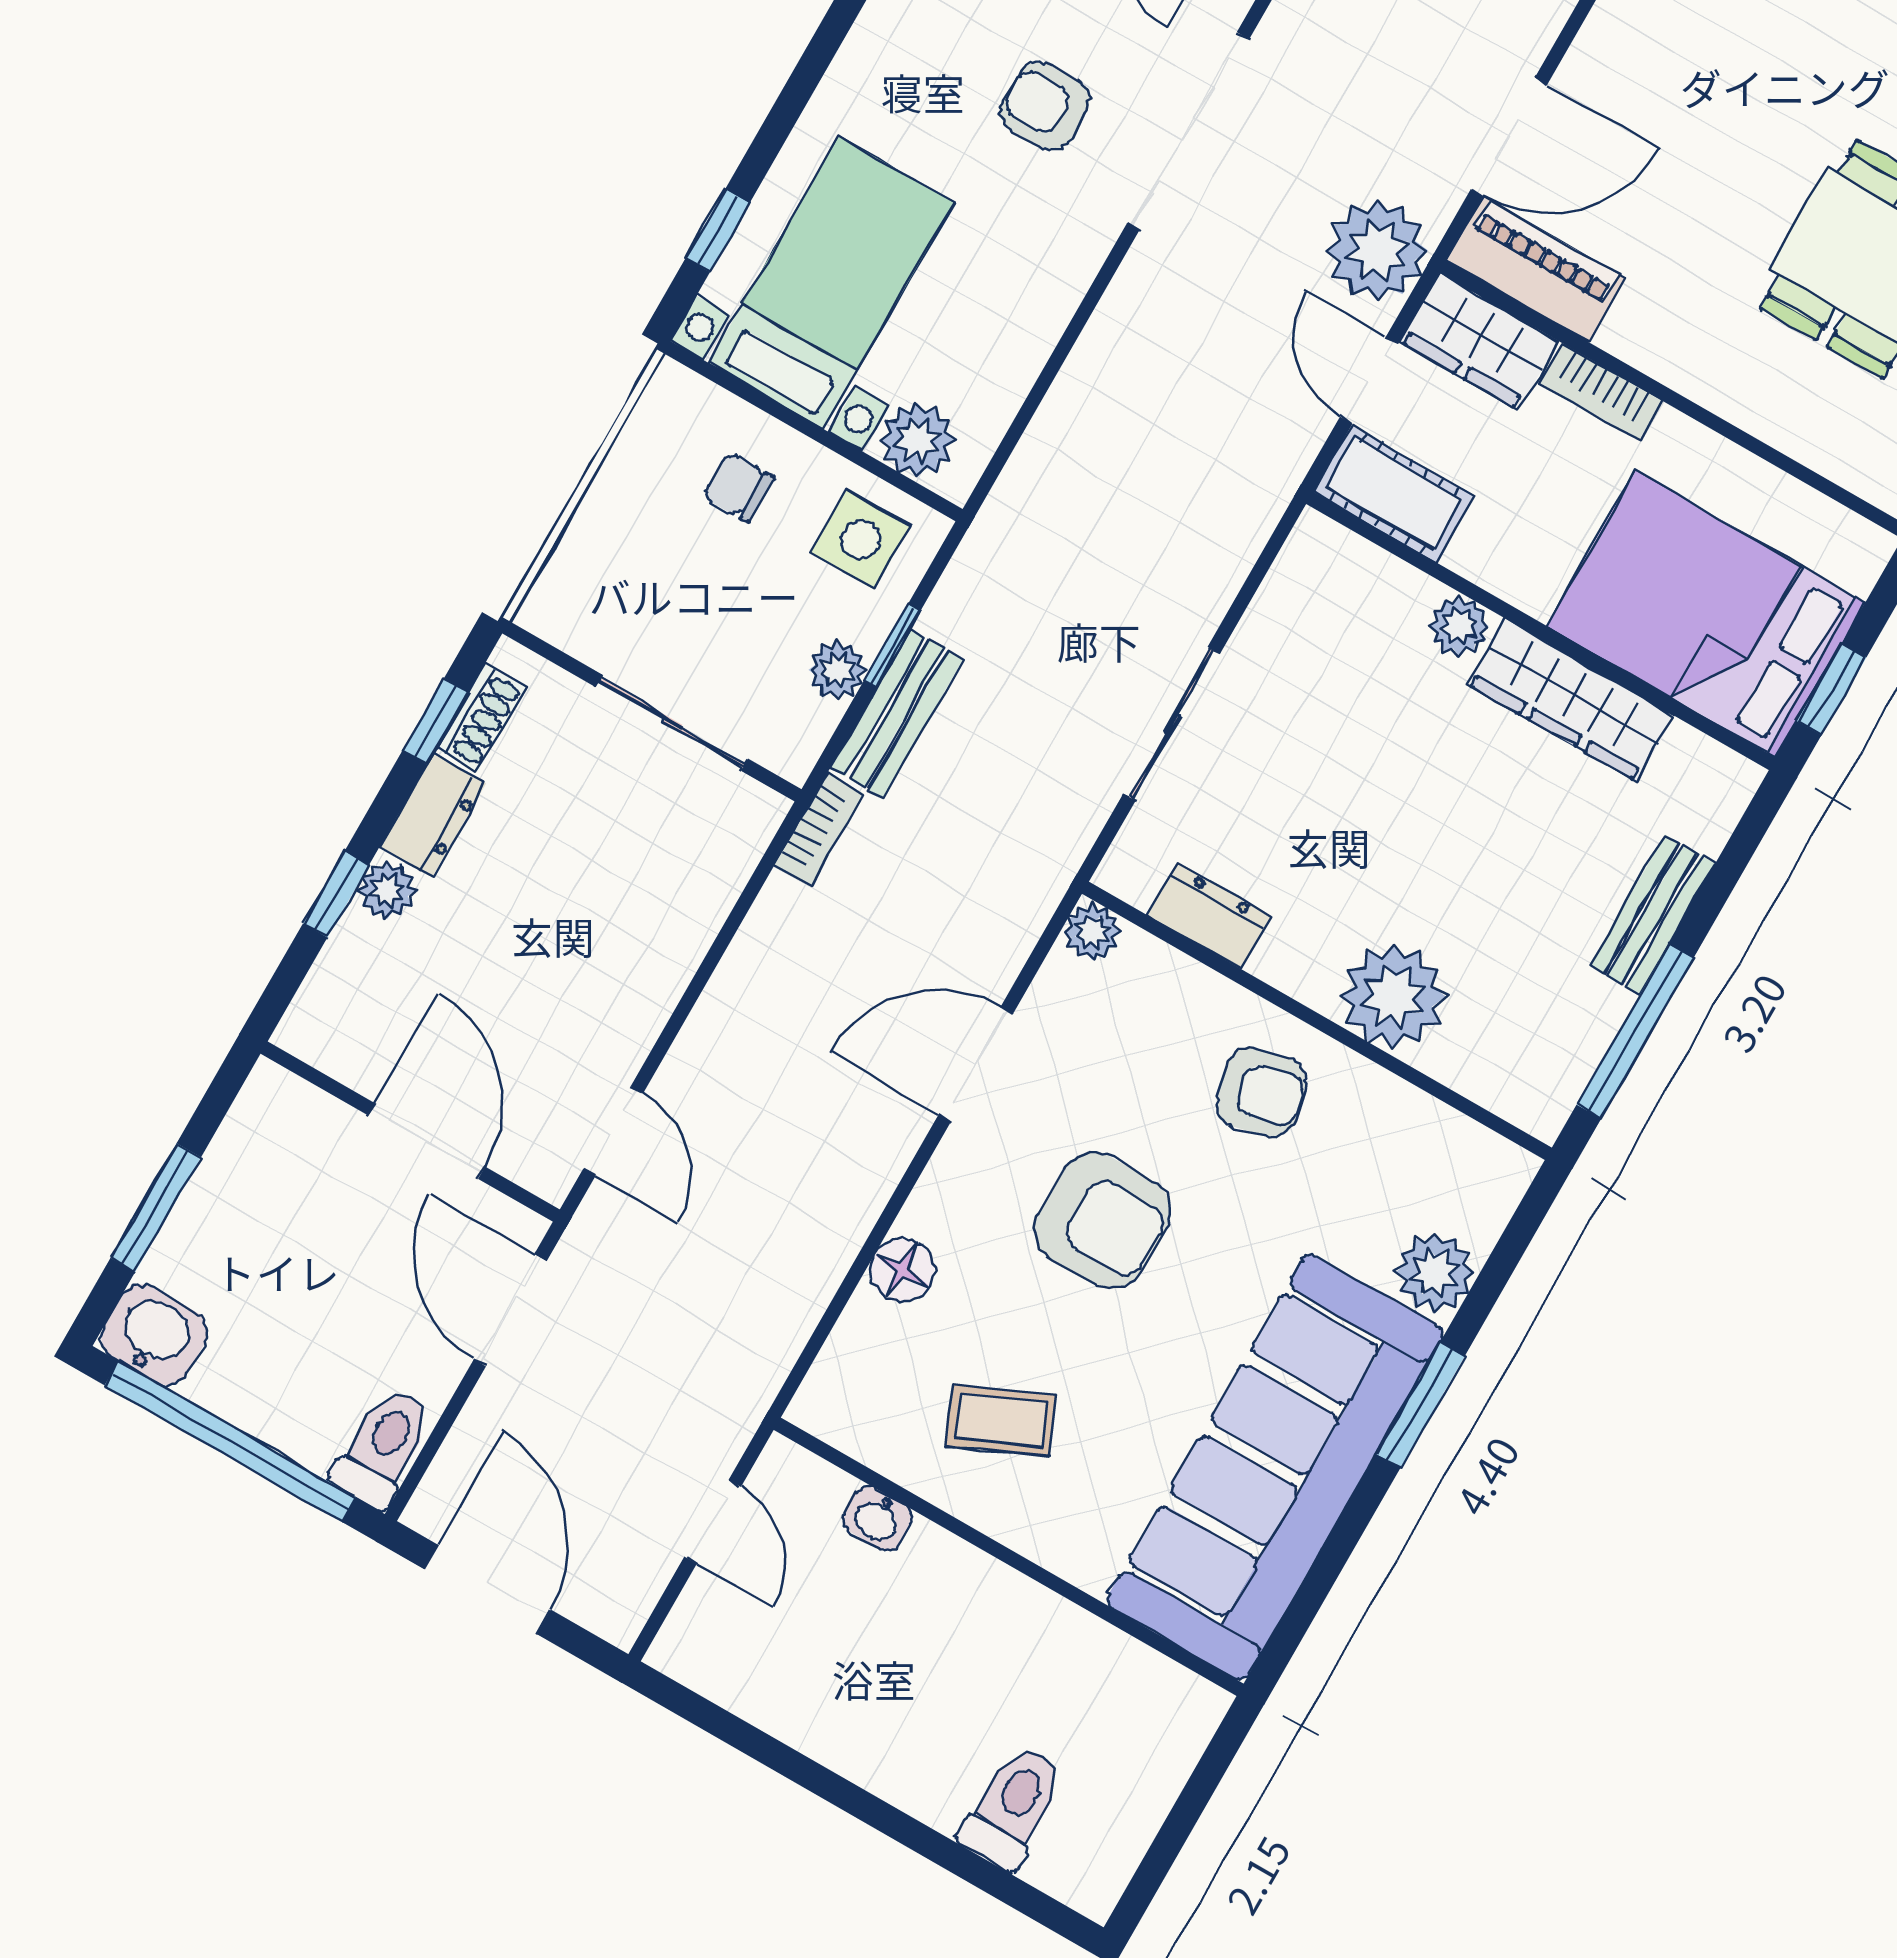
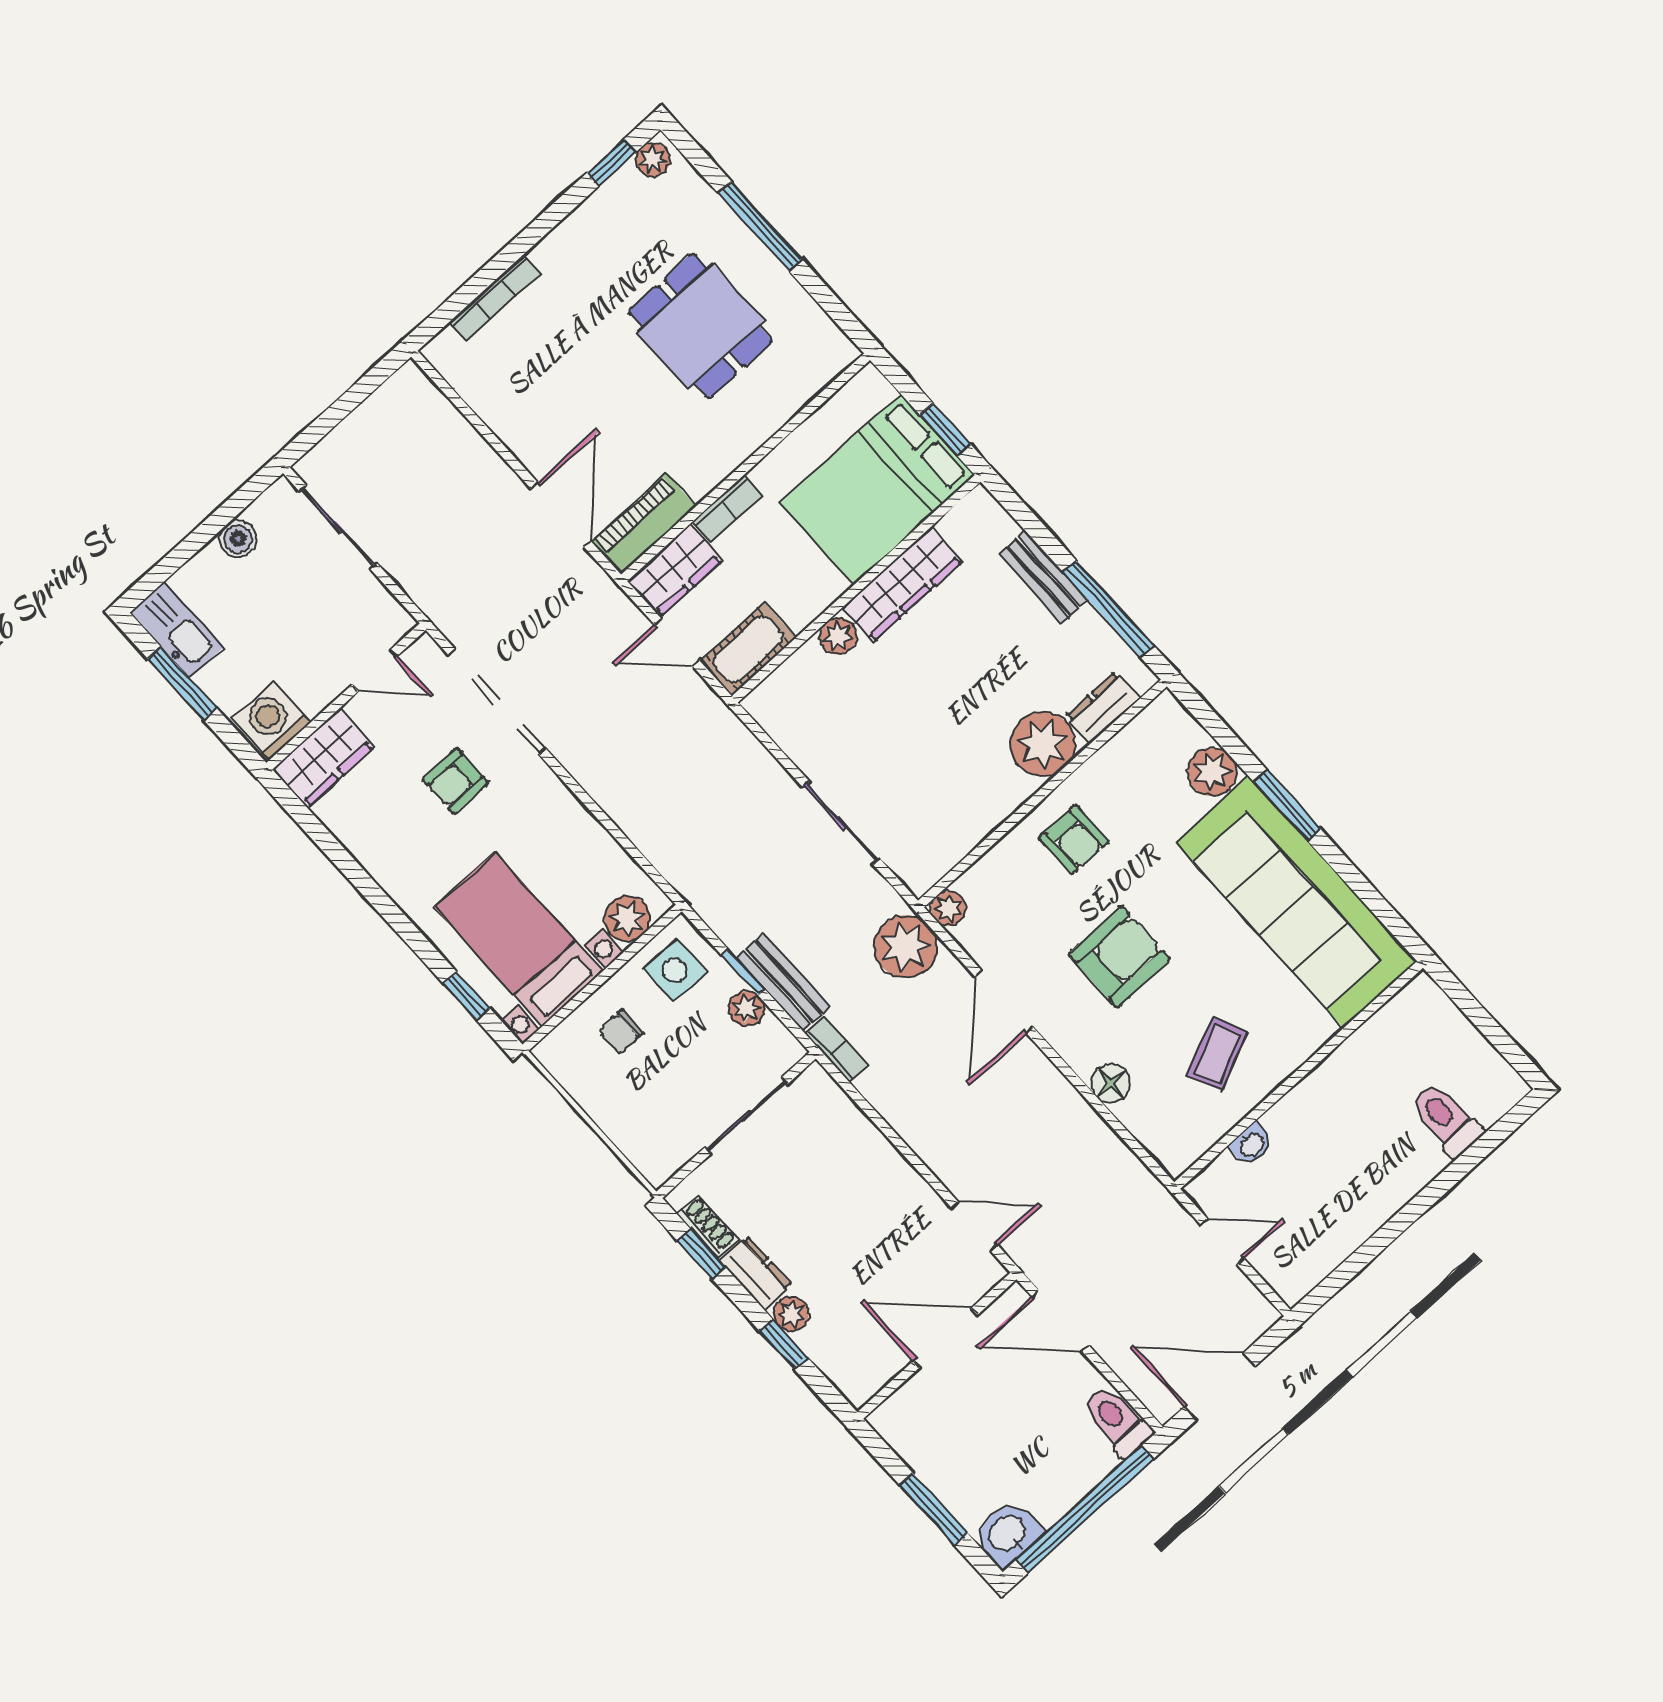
plant: (1377, 250) -> (906, 946), moved
dresser: (1209, 916) -> (1103, 707), moved
armchair: (1261, 1092) -> (1074, 840), turned 103

